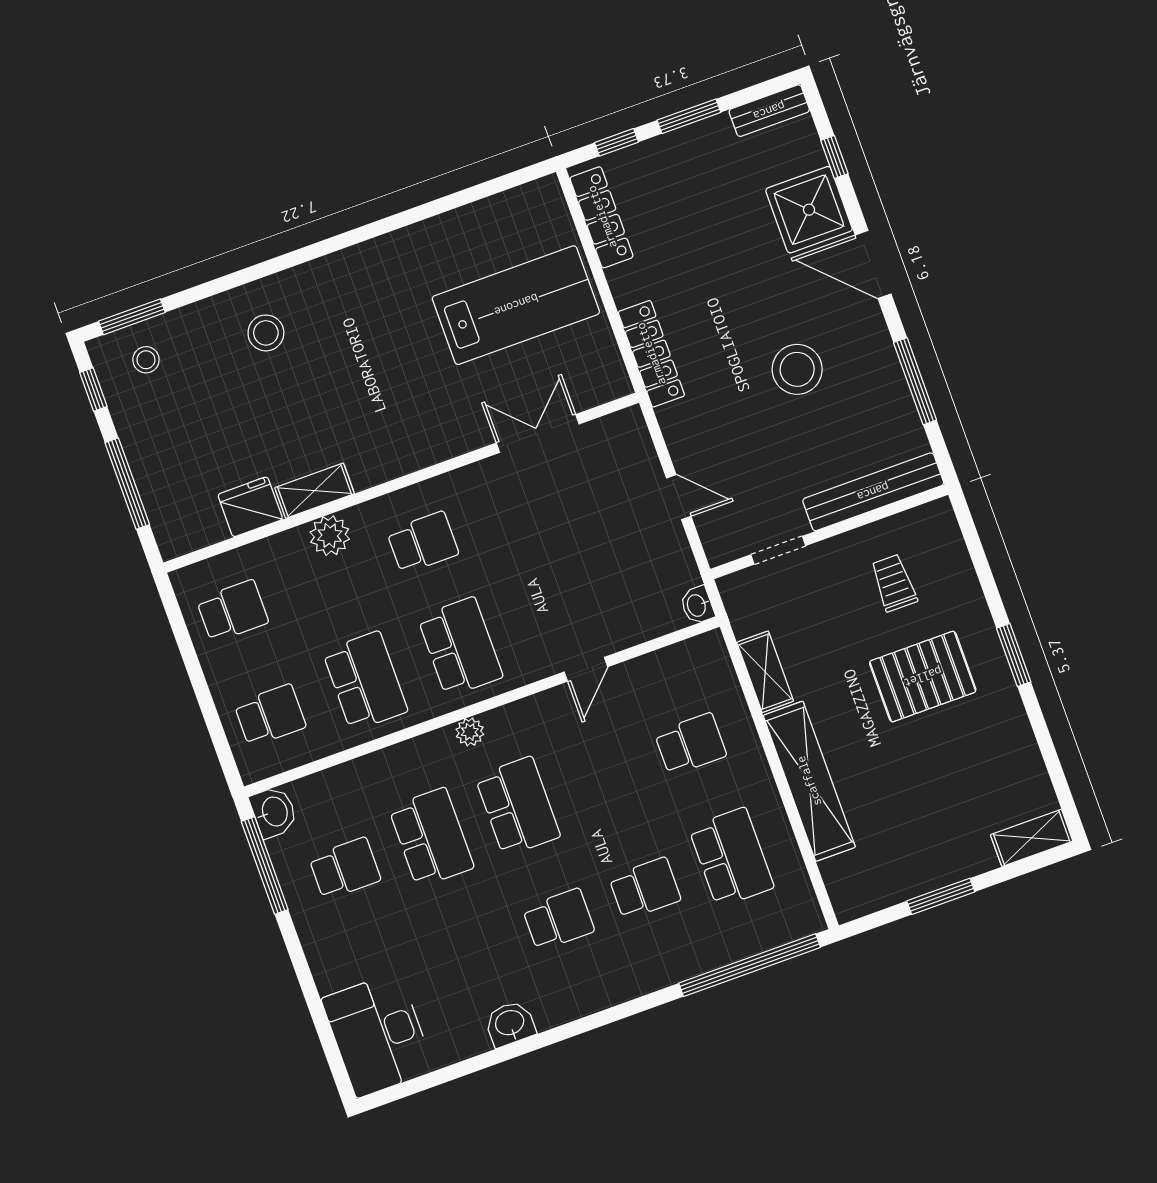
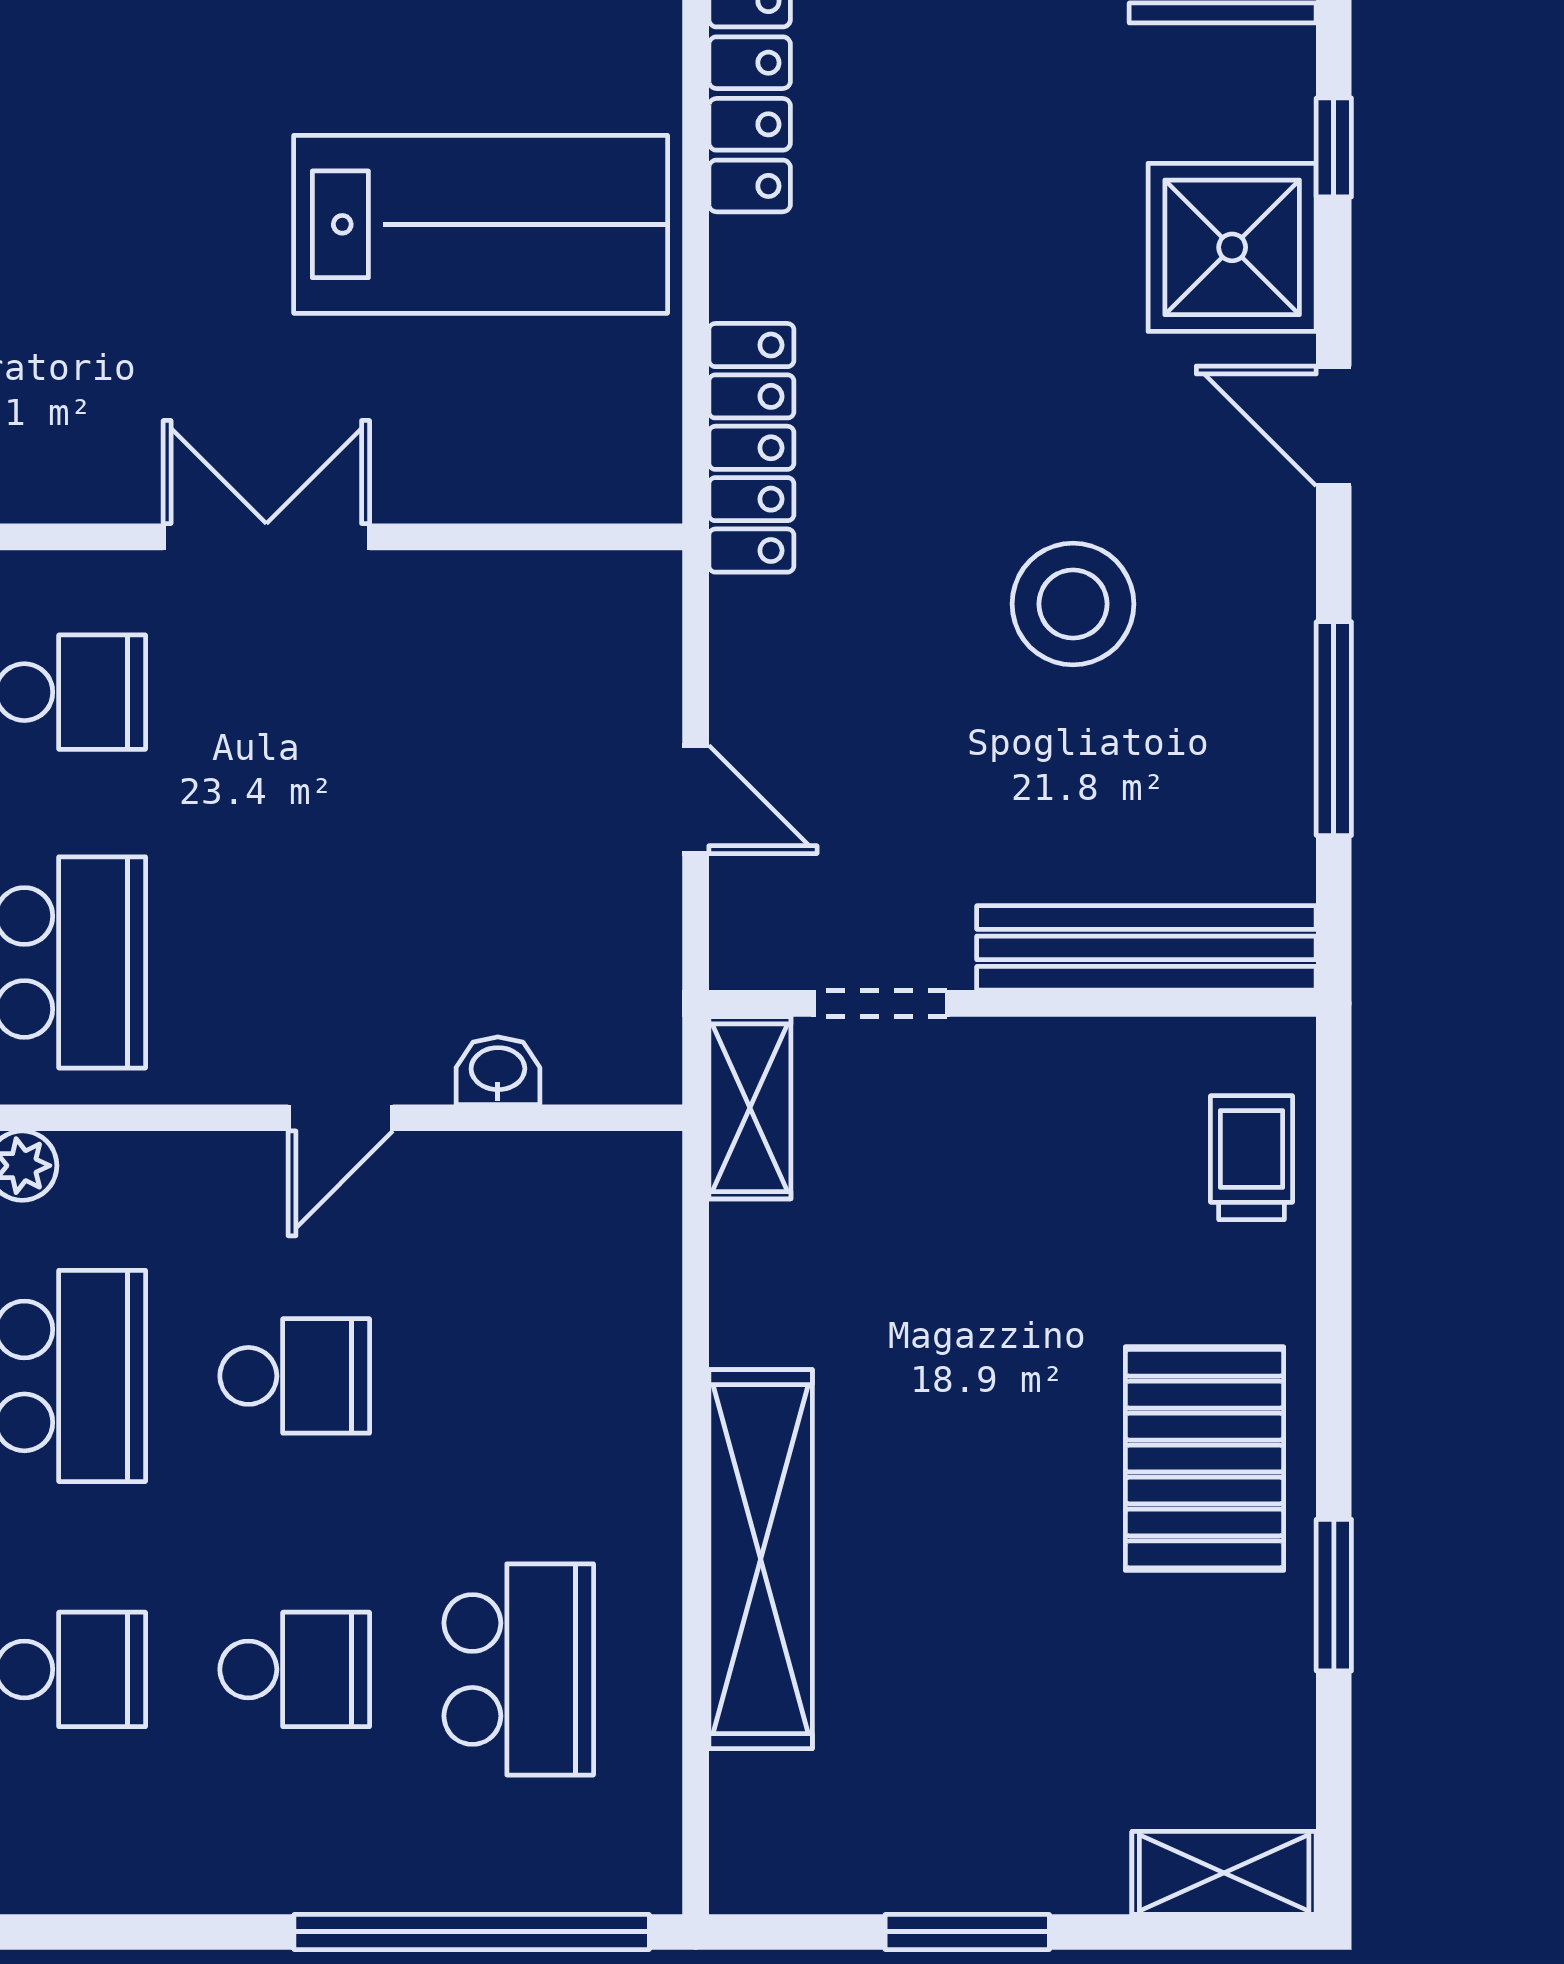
door: (873, 264) -> (1334, 426), width x0.73
double door: (538, 434) -> (266, 537), moved
trolley: (894, 583) -> (1252, 1158), moved
washbasin: (697, 605) -> (498, 1071), moved, turned 90
window: (1014, 655) -> (1334, 1595), moved
shelving: (765, 672) -> (750, 1108), moved
pallet: (923, 677) -> (1205, 1459), moved, turned 90
school desk: (691, 744) -> (295, 1376), moved

